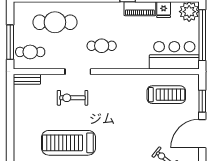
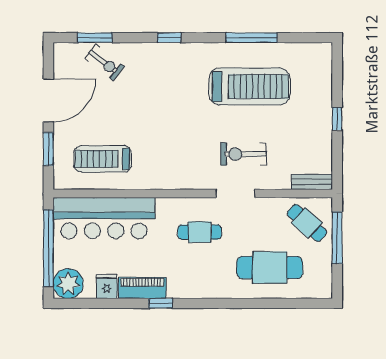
cafe table: (30, 52) -> (307, 223), turned 42
bar counter: (174, 55) -> (104, 218), width x1.36
exercise bike: (72, 98) -> (243, 154), turned 180
window: (10, 121) -> (337, 119), added

